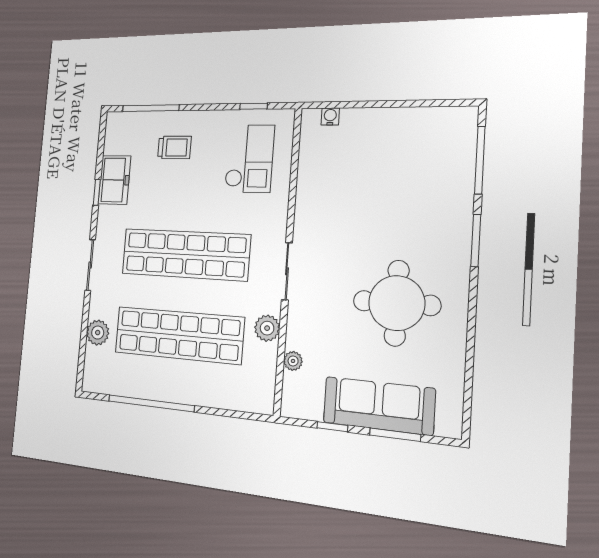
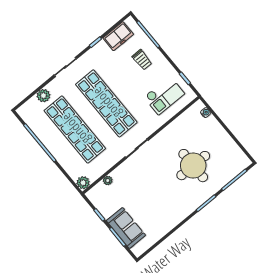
freezer: (114, 180) -> (118, 36), moved
round table: (397, 303) -> (193, 166), moved
plant: (267, 328) -> (83, 183), moved
sofa: (378, 406) -> (126, 228), width x0.73

